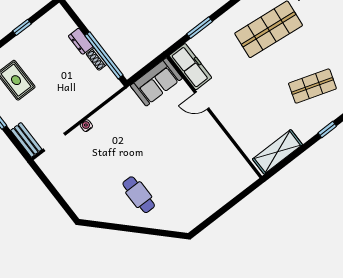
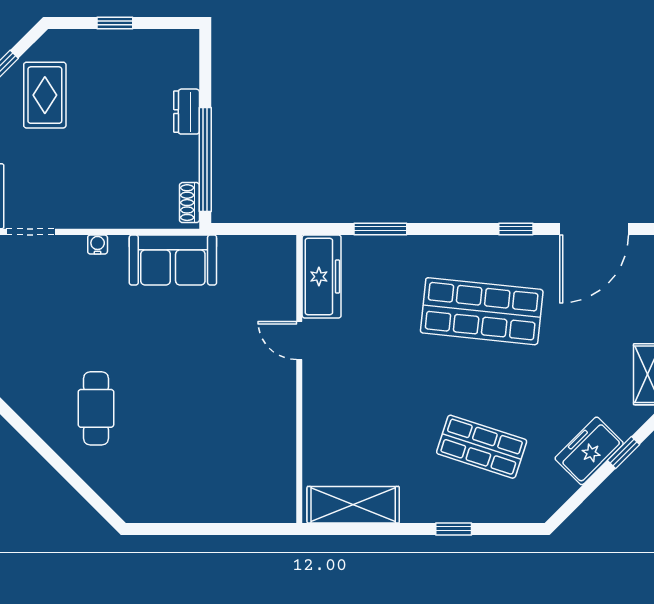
shoe rack: (96, 59) -> (189, 203), moved
sofa: (156, 82) -> (173, 260), moved

